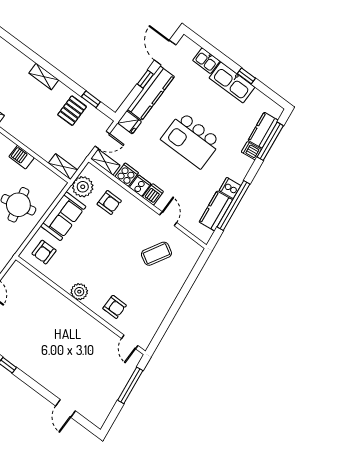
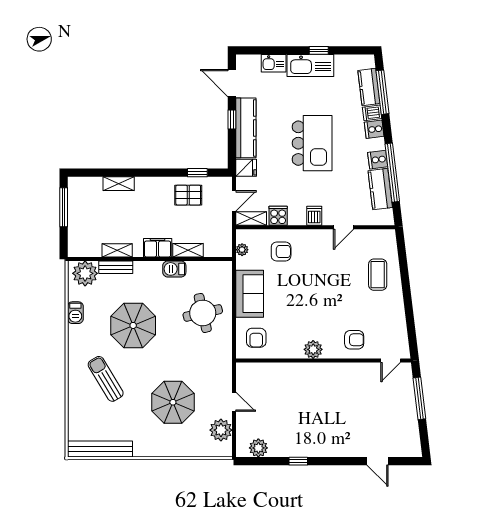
shelving: (44, 77) -> (119, 184), moved
pallet: (72, 111) -> (188, 195), turned 90
filing cabinet: (21, 132) -> (158, 248), added
kitchen island: (191, 140) -> (312, 143), turned -90
shelving: (63, 167) -> (188, 250), moved
cooker: (140, 186) -> (374, 129), moved, turned -97
plant: (83, 187) -> (242, 250), width x0.53, depth x0.53
door: (168, 219) -> (344, 227), swing flipped
coffee table: (156, 254) -> (378, 275), moved, turned -30
door: (130, 342) -> (391, 361), hinge flipped

